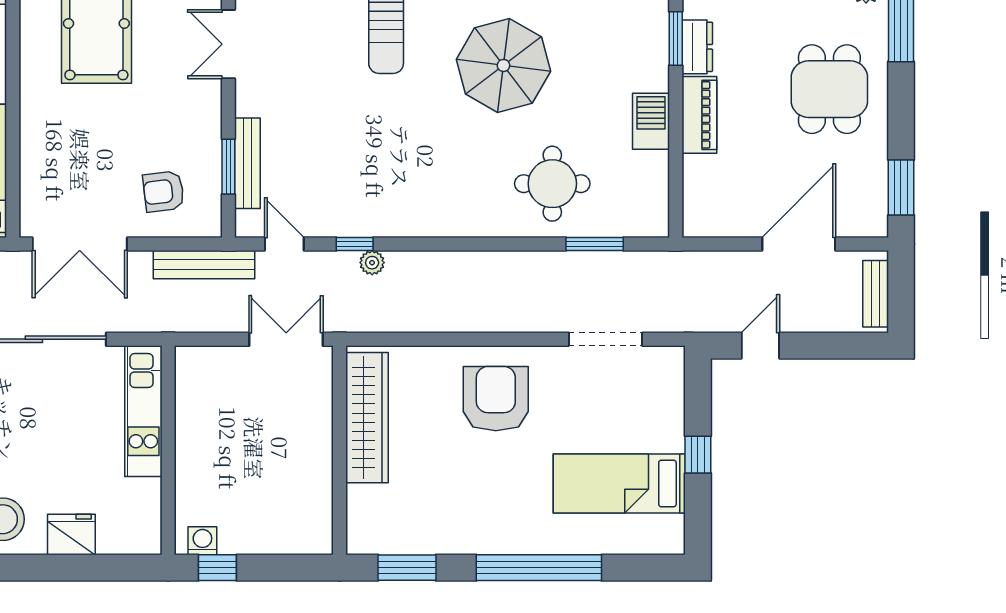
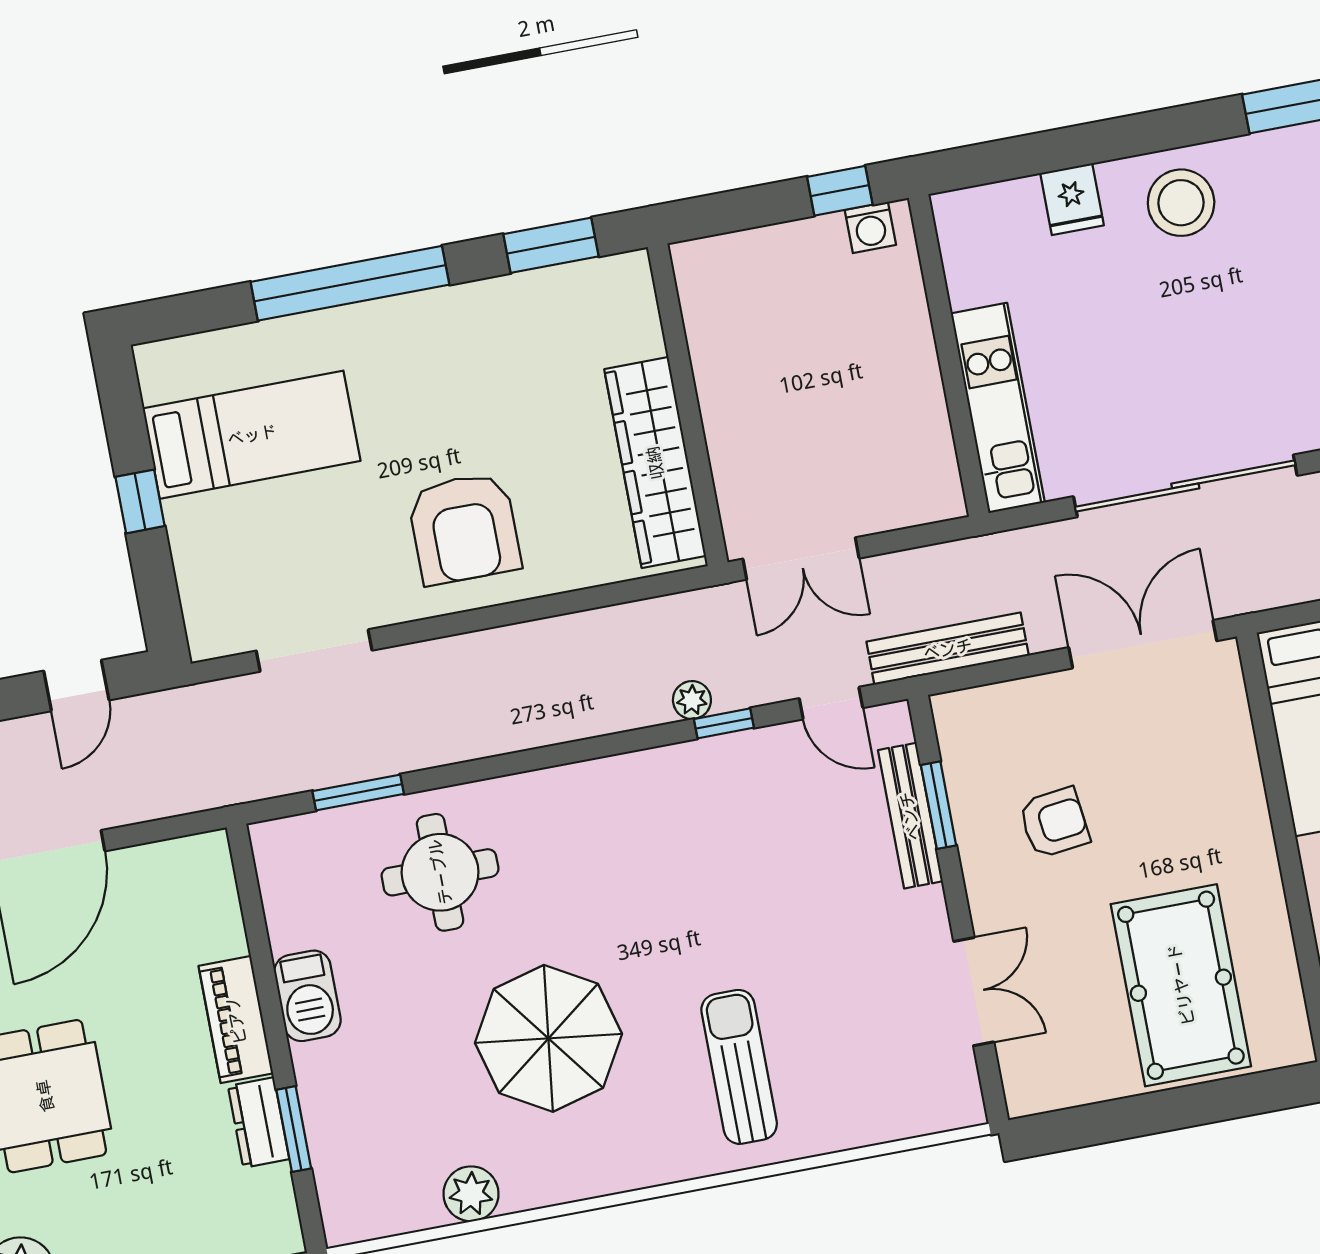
armchair: (164, 191) -> (1054, 823), moved
fridge: (71, 535) -> (1072, 199), width x0.72

